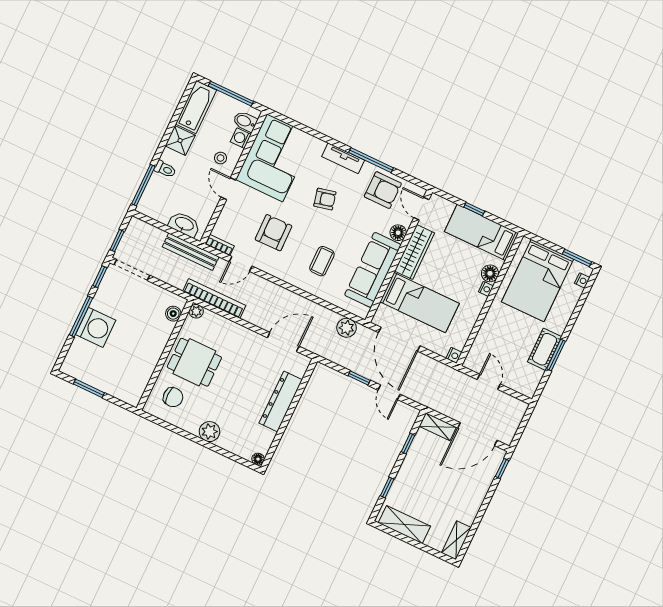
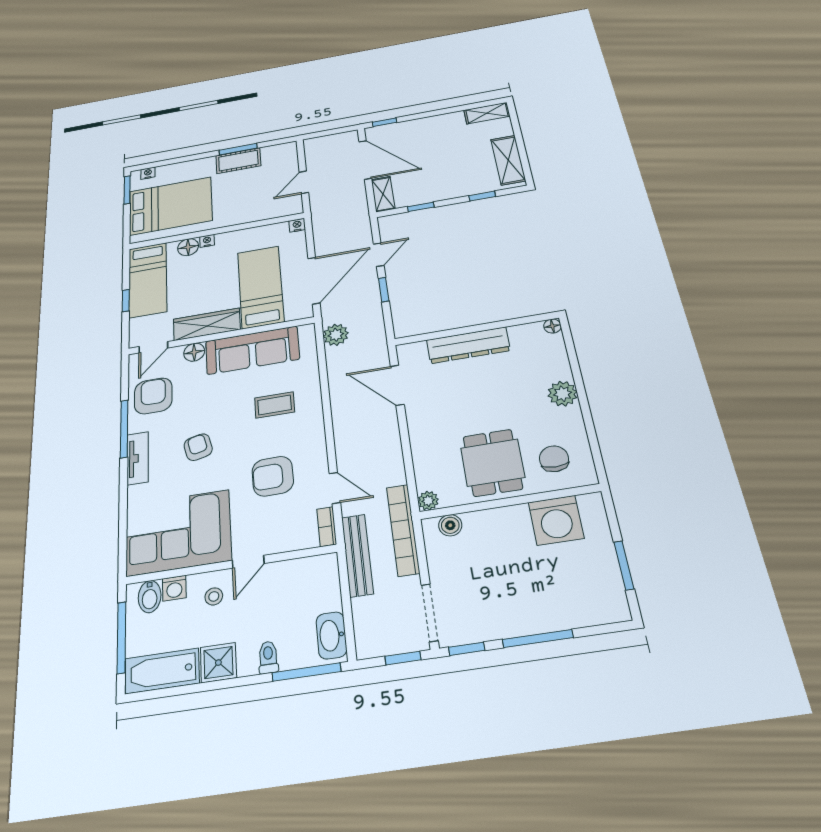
washbasin: (184, 224) -> (331, 635), moved
bookcase: (214, 298) -> (403, 530), moved
washing machine: (96, 327) -> (556, 520), moved, turned 180

